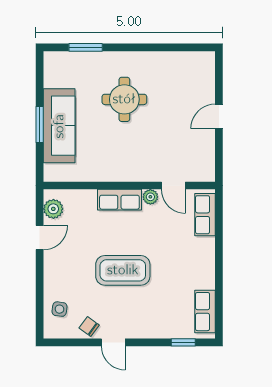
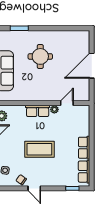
door: (219, 116) -> (92, 66), width x1.87
door: (173, 186) -> (67, 103), swing flipped
row of seats: (205, 215) -> (84, 148), moved

